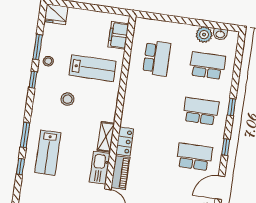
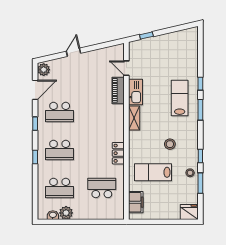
school desk: (157, 58) -> (102, 188), turned 90
locker: (125, 141) -> (118, 153), moved

